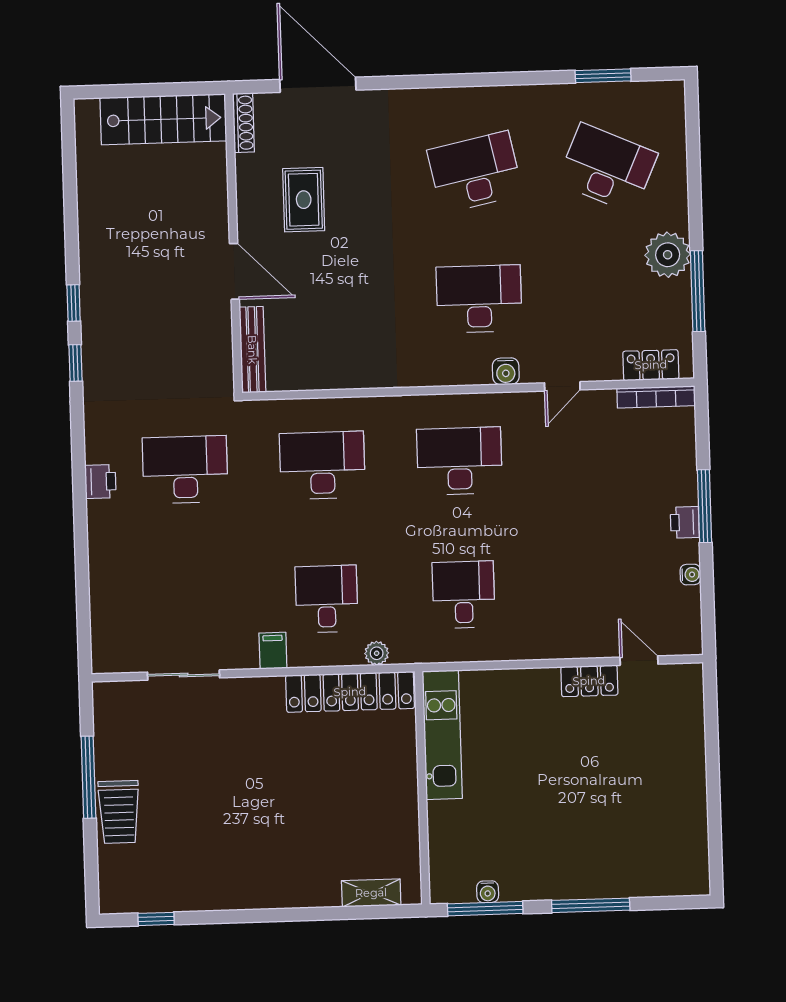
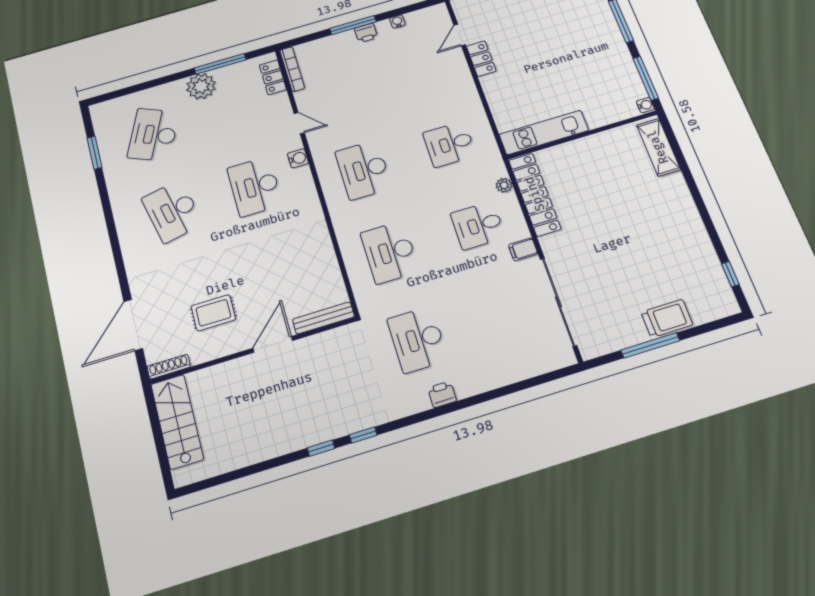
sliding door: (184, 675) -> (558, 302), width x1.86
water cooler: (488, 892) -> (645, 105), moved
shelving: (371, 893) -> (658, 147), width x1.50, depth x1.33

